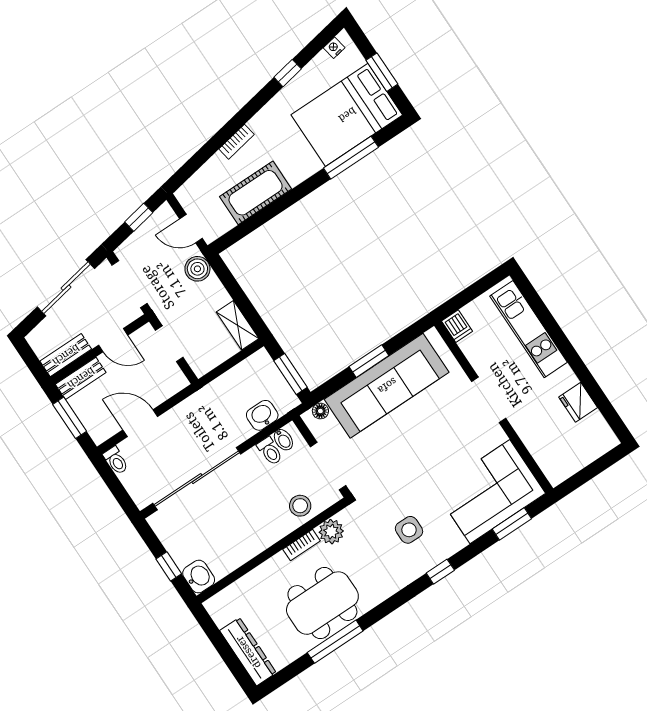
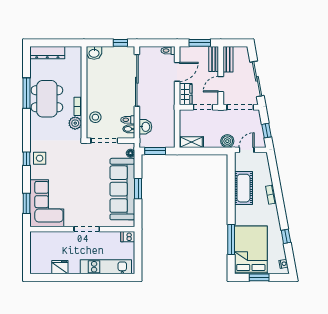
wardrobe: (167, 386) -> (186, 94), added
side table: (409, 530) -> (40, 158), moved
window: (169, 566) -> (120, 43), moved

